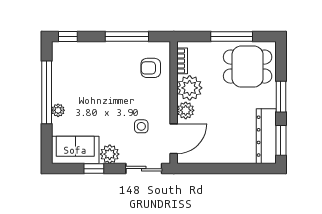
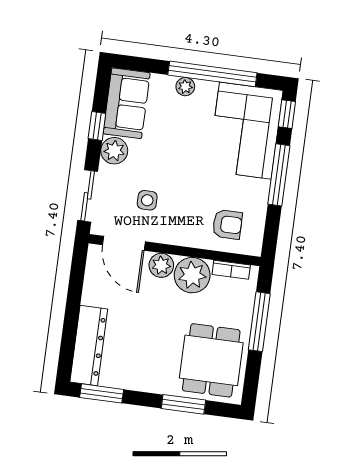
window: (127, 36) -> (279, 175), moved
window: (232, 36) -> (259, 322), moved
corner sofa: (83, 64) -> (245, 131), added
armchair: (151, 68) -> (227, 224), turned 90
window: (281, 97) -> (183, 404), moved
dresser: (266, 136) -> (89, 345), moved, turned 90

